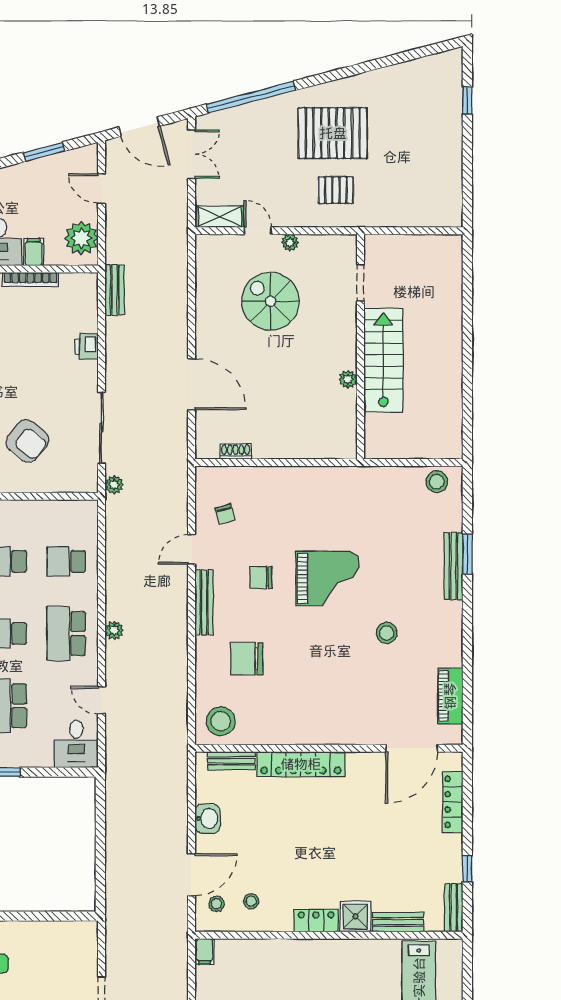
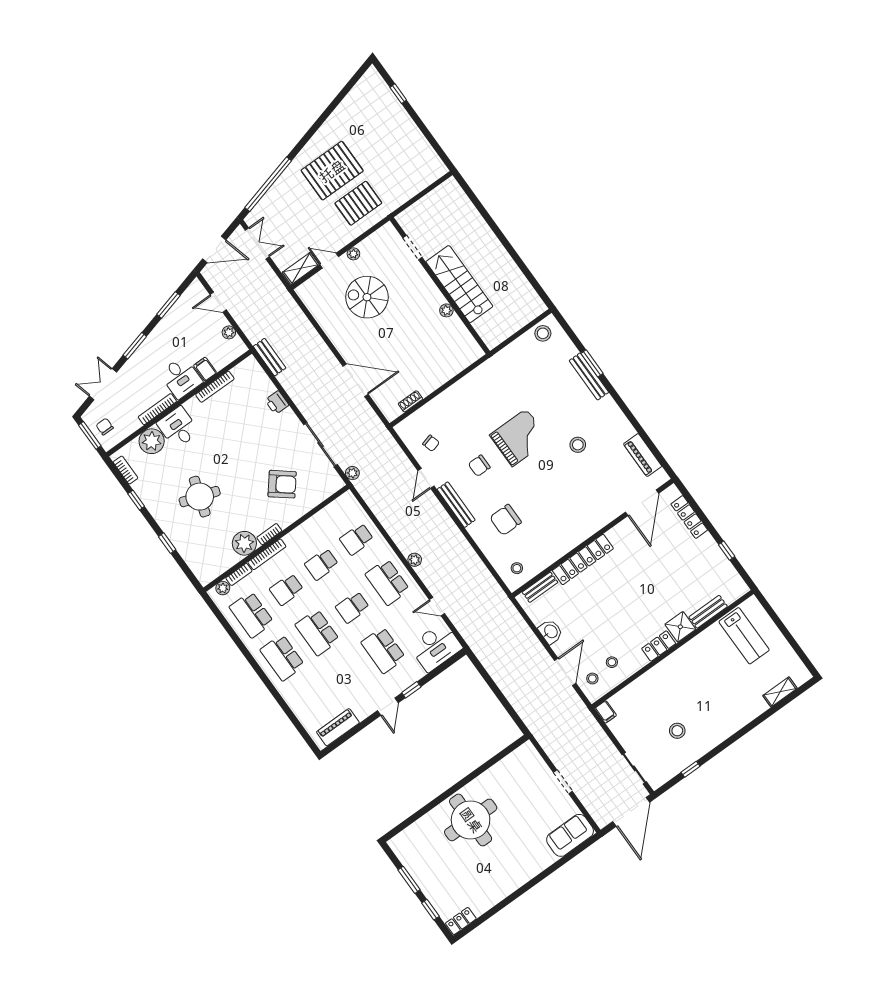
pallet: (336, 190) -> (358, 203), width x1.50, depth x1.42
plant: (81, 238) -> (229, 332), width x0.53, depth x0.53
stool: (221, 721) -> (517, 568), width x0.53, depth x0.53
desk: (76, 744) -> (436, 647), width x1.37
bench: (454, 908) -> (735, 580), removed

